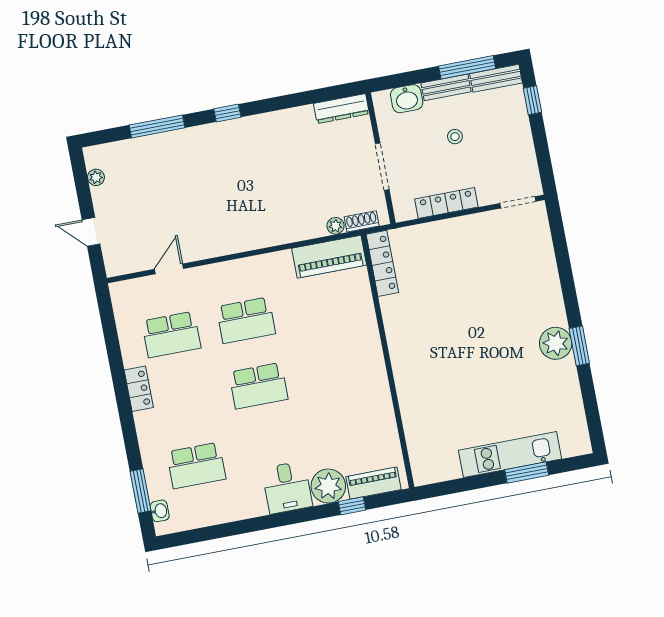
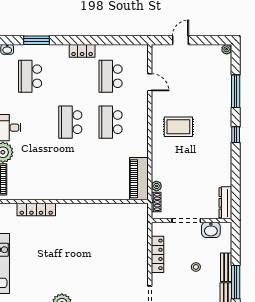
washbasin: (407, 99) -> (211, 230), moved, turned -90
plant: (96, 177) -> (227, 49), moved
rug: (233, 209) -> (178, 127), added
locker: (382, 263) -> (36, 210), moved
window: (141, 491) -> (37, 40), moved

